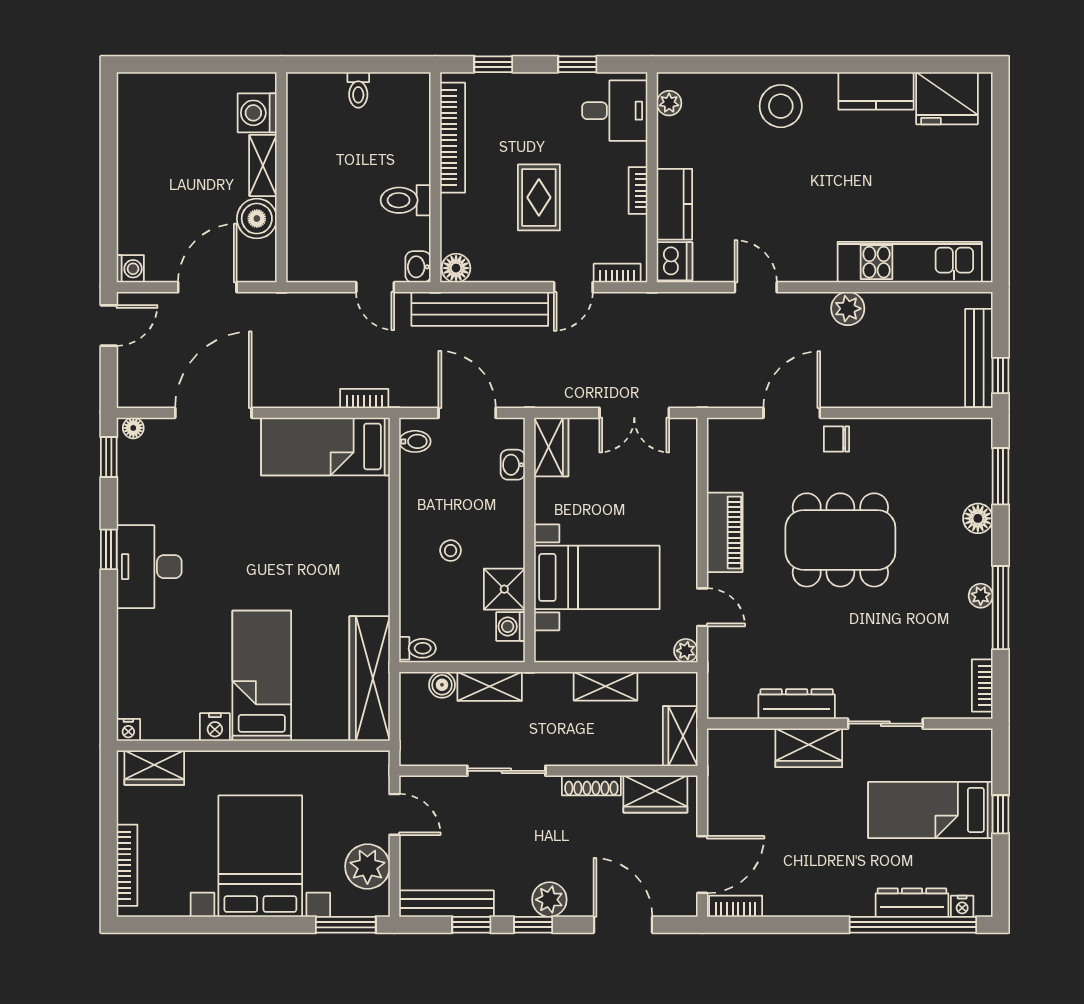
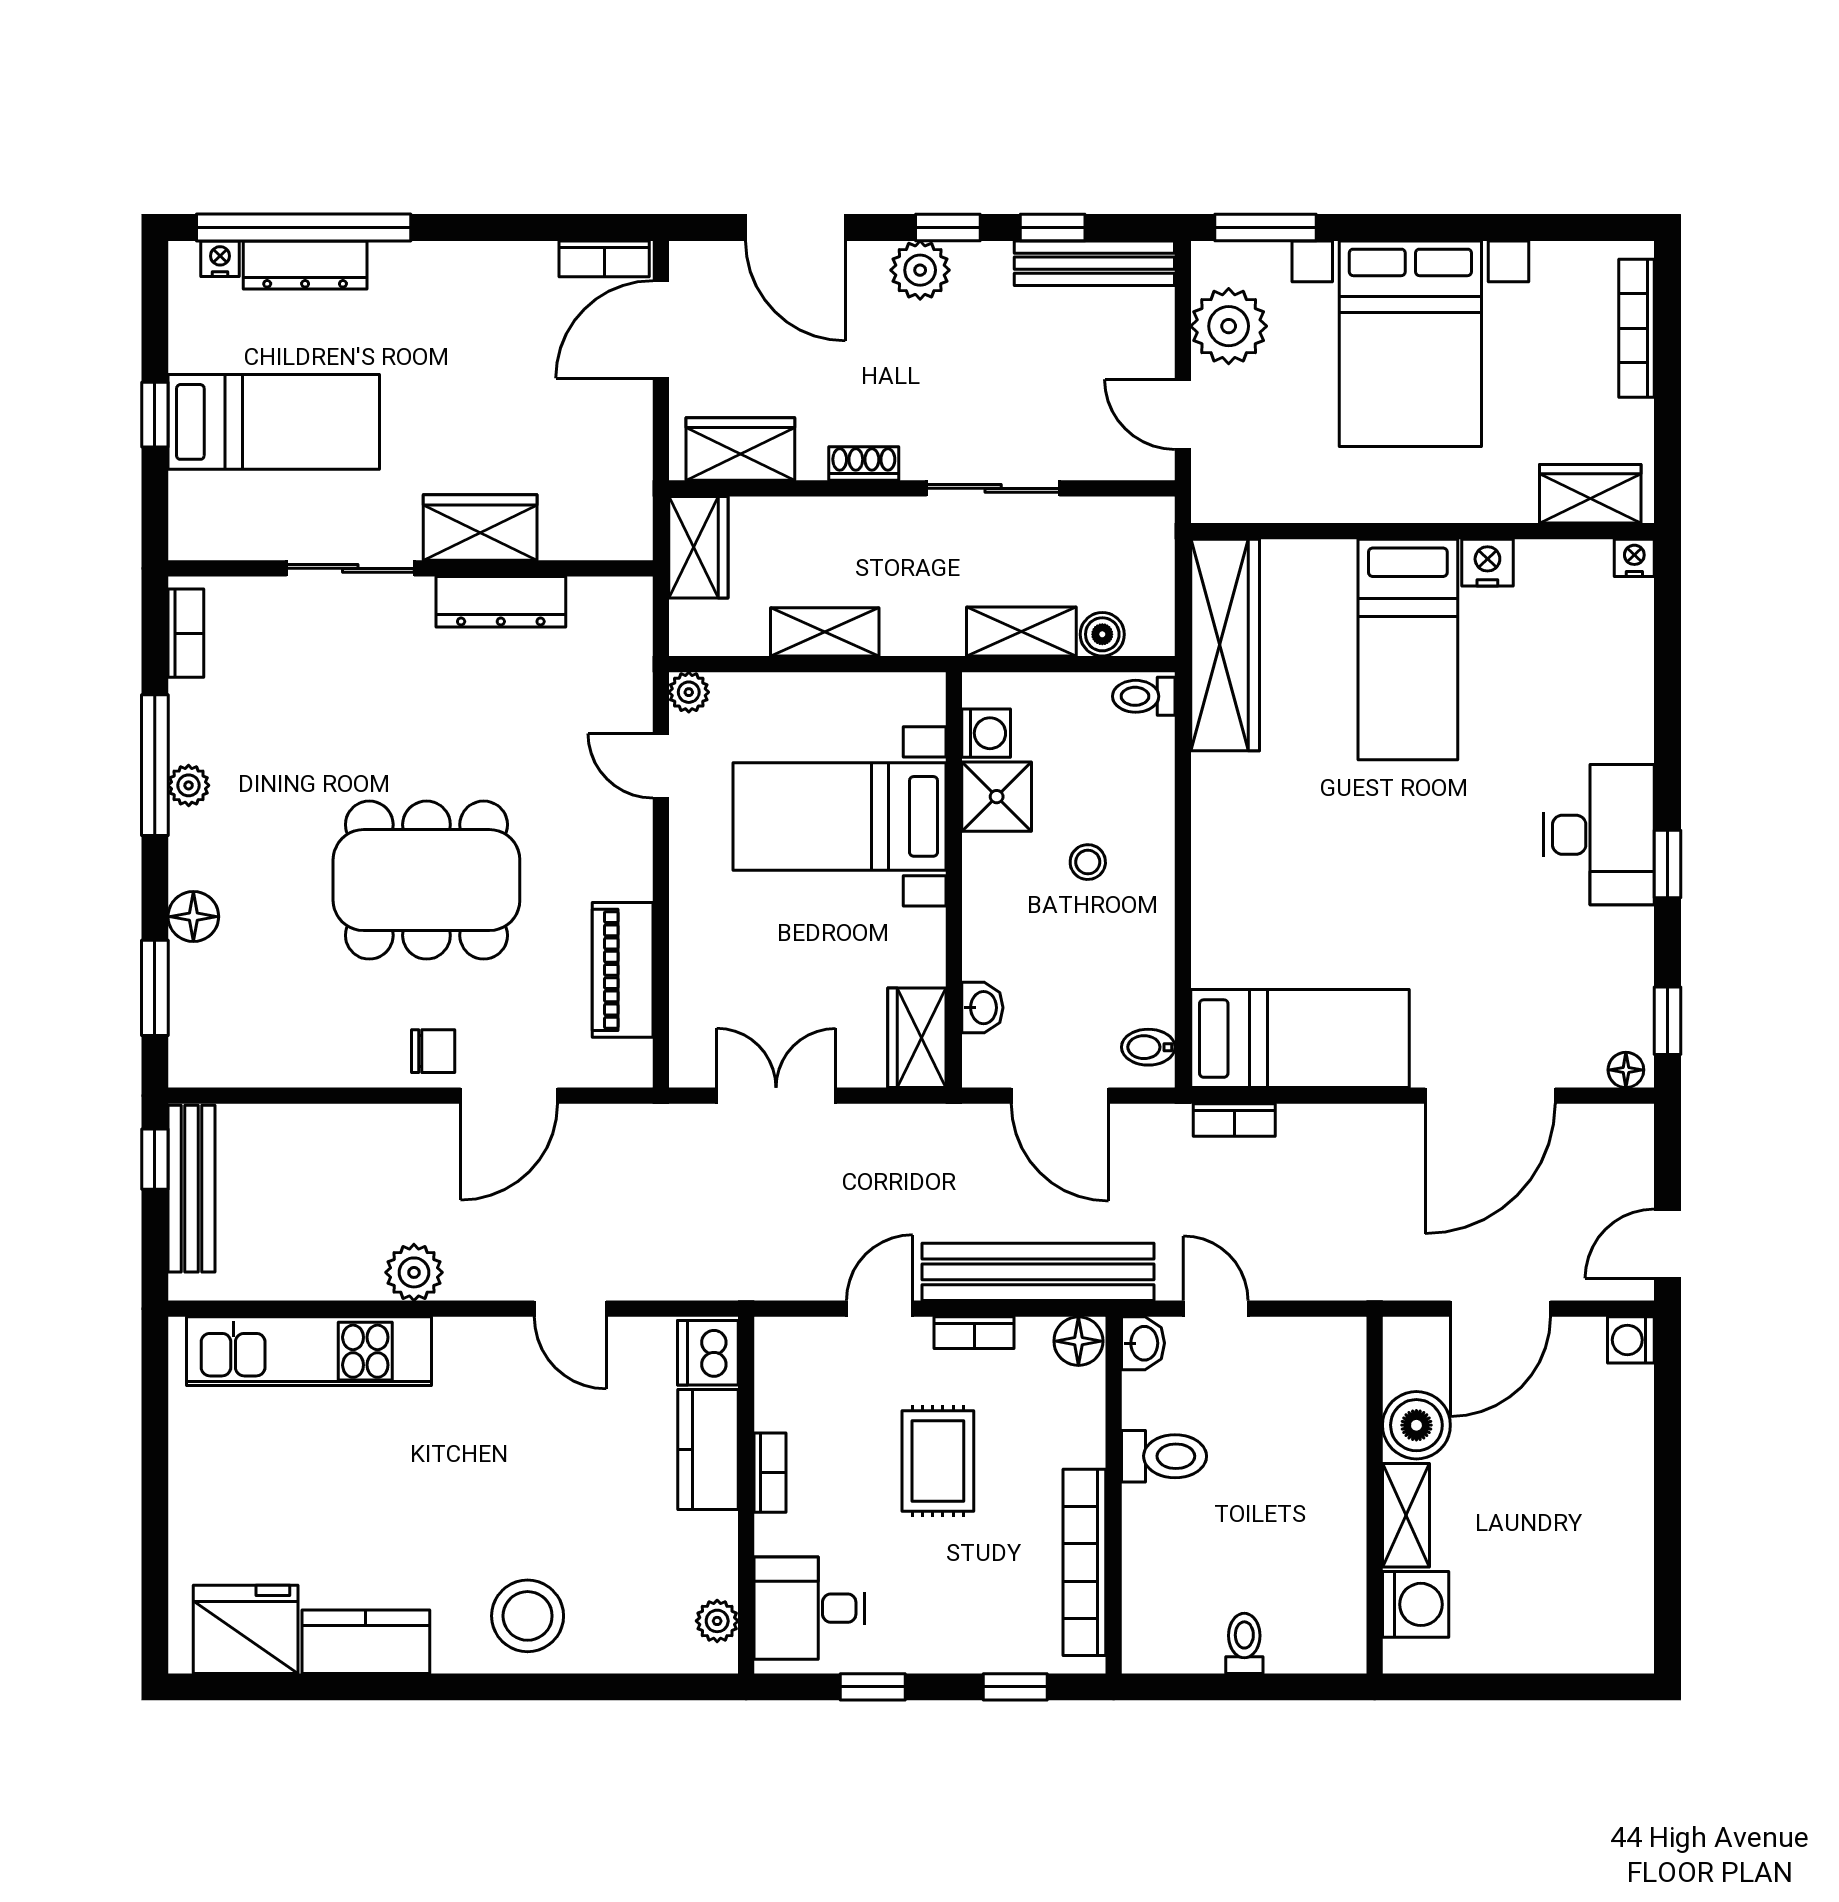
bookcase: (617, 273) -> (974, 1333), moved
piano: (725, 532) -> (623, 970), moved
shoe rack: (591, 785) -> (864, 464), width x0.70

